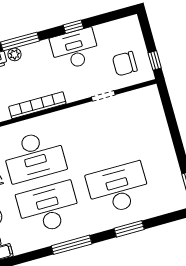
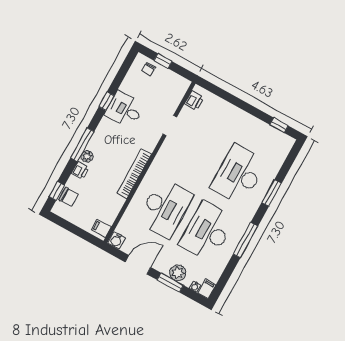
desk: (75, 49) -> (124, 110), width x0.73
window: (155, 60) -> (163, 61), moved
chair: (125, 64) -> (149, 69), moved, width x0.54, depth x0.54
printer: (142, 96) -> (194, 101), added

